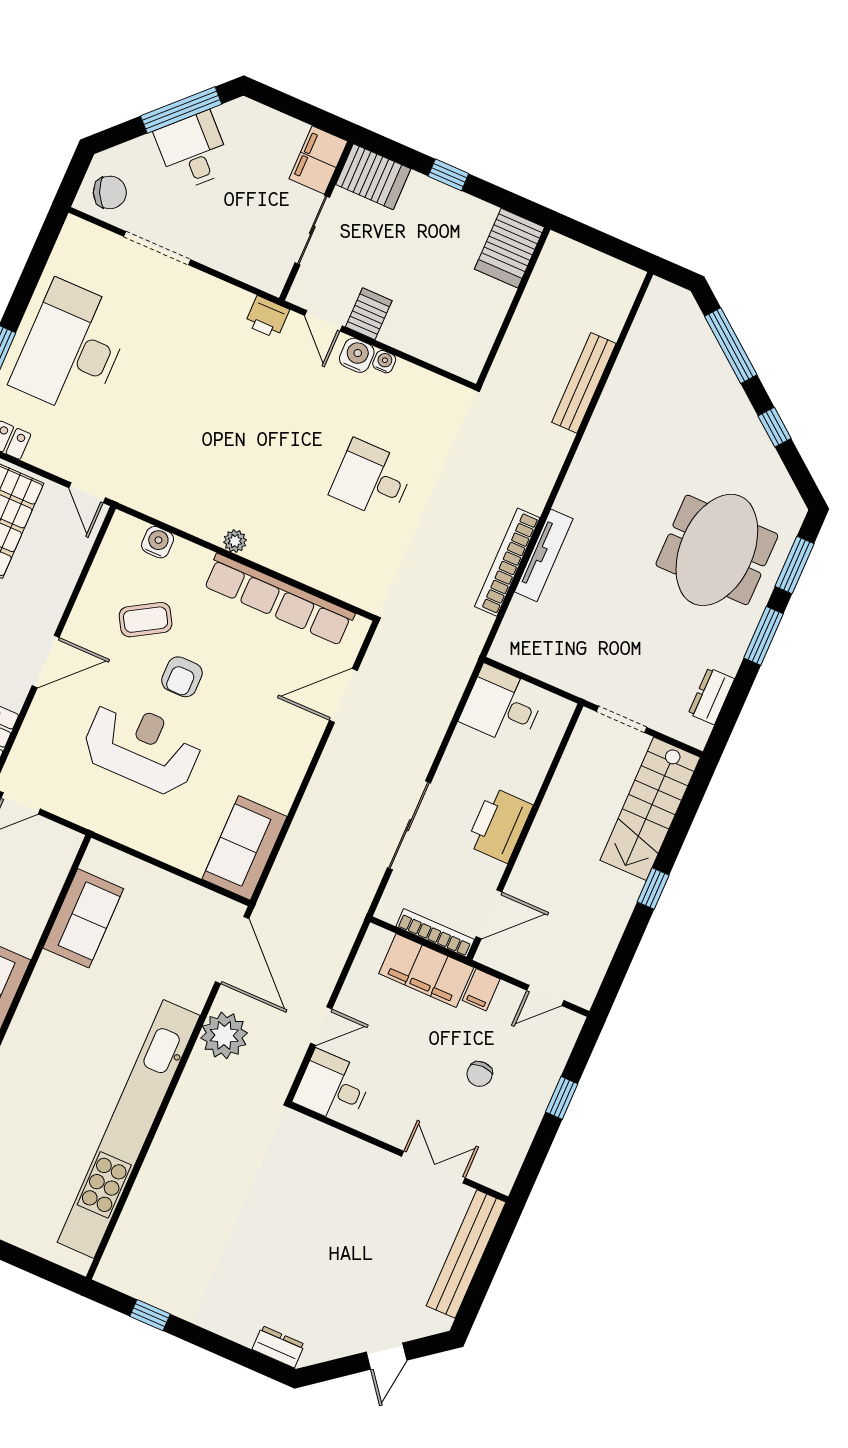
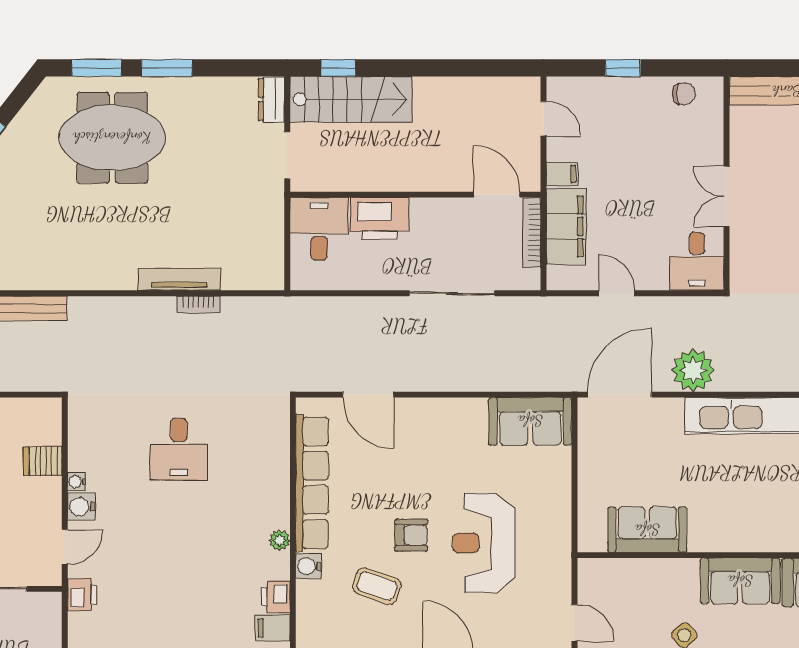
server rack: (369, 314) -> (43, 461), moved
filing cabinet: (149, 495) -> (273, 628), added
printer: (179, 512) -> (276, 597), added
water cooler: (158, 542) -> (308, 566), moved
bookcase: (507, 562) -> (198, 304), width x0.43, depth x0.76
coffee table: (146, 620) -> (377, 586), turned -40
dresser: (711, 696) -> (271, 99), moved, turned 90
desk: (502, 706) -> (319, 229), moved, turned 180
printer: (499, 825) -> (380, 218), moved
window: (653, 889) -> (338, 68), moved
door: (321, 1026) -> (617, 293), moved
chair: (480, 1074) -> (684, 94), moved
double door: (433, 1167) -> (727, 197), moved

